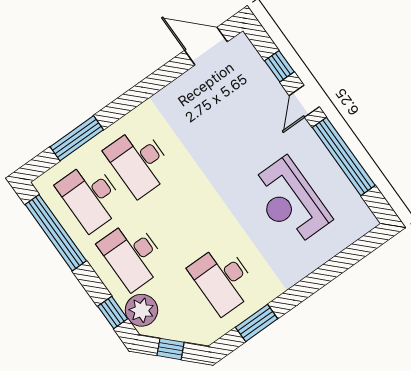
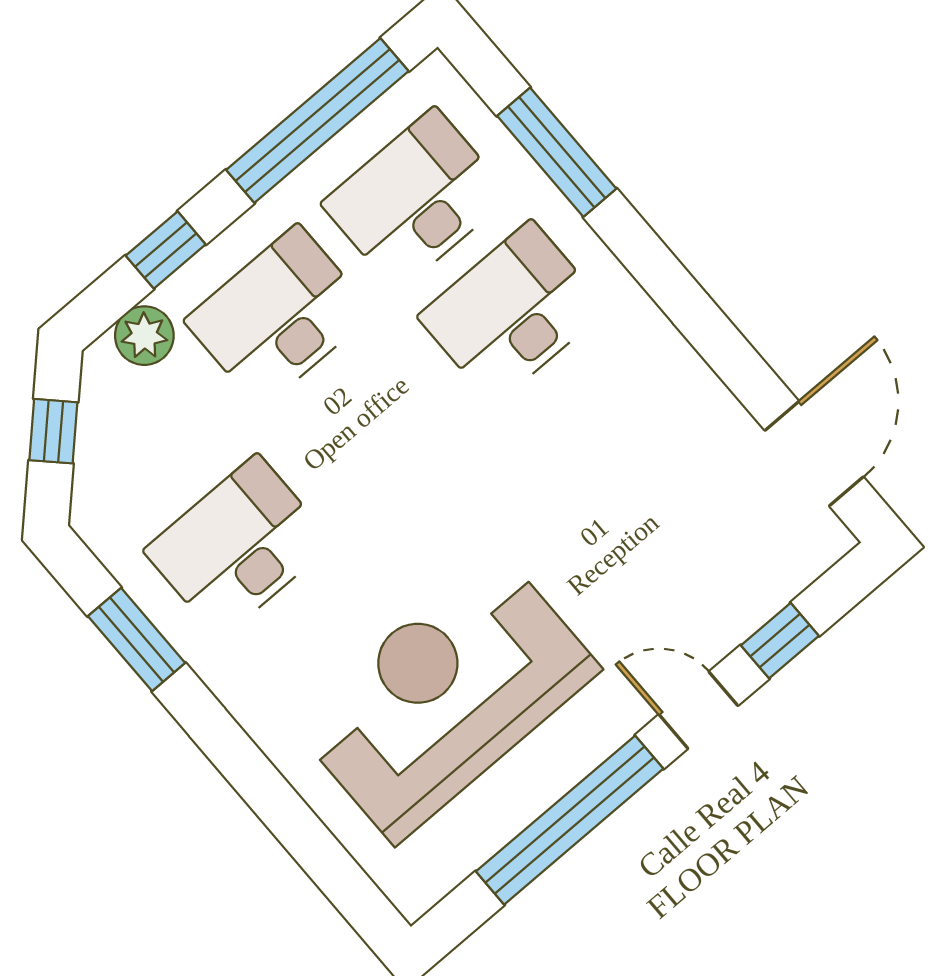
reception desk: (290, 202) -> (446, 696), width x1.36, depth x1.30
plant: (141, 310) -> (144, 336), width x0.73, depth x0.73
window: (113, 313) -> (166, 250), moved

